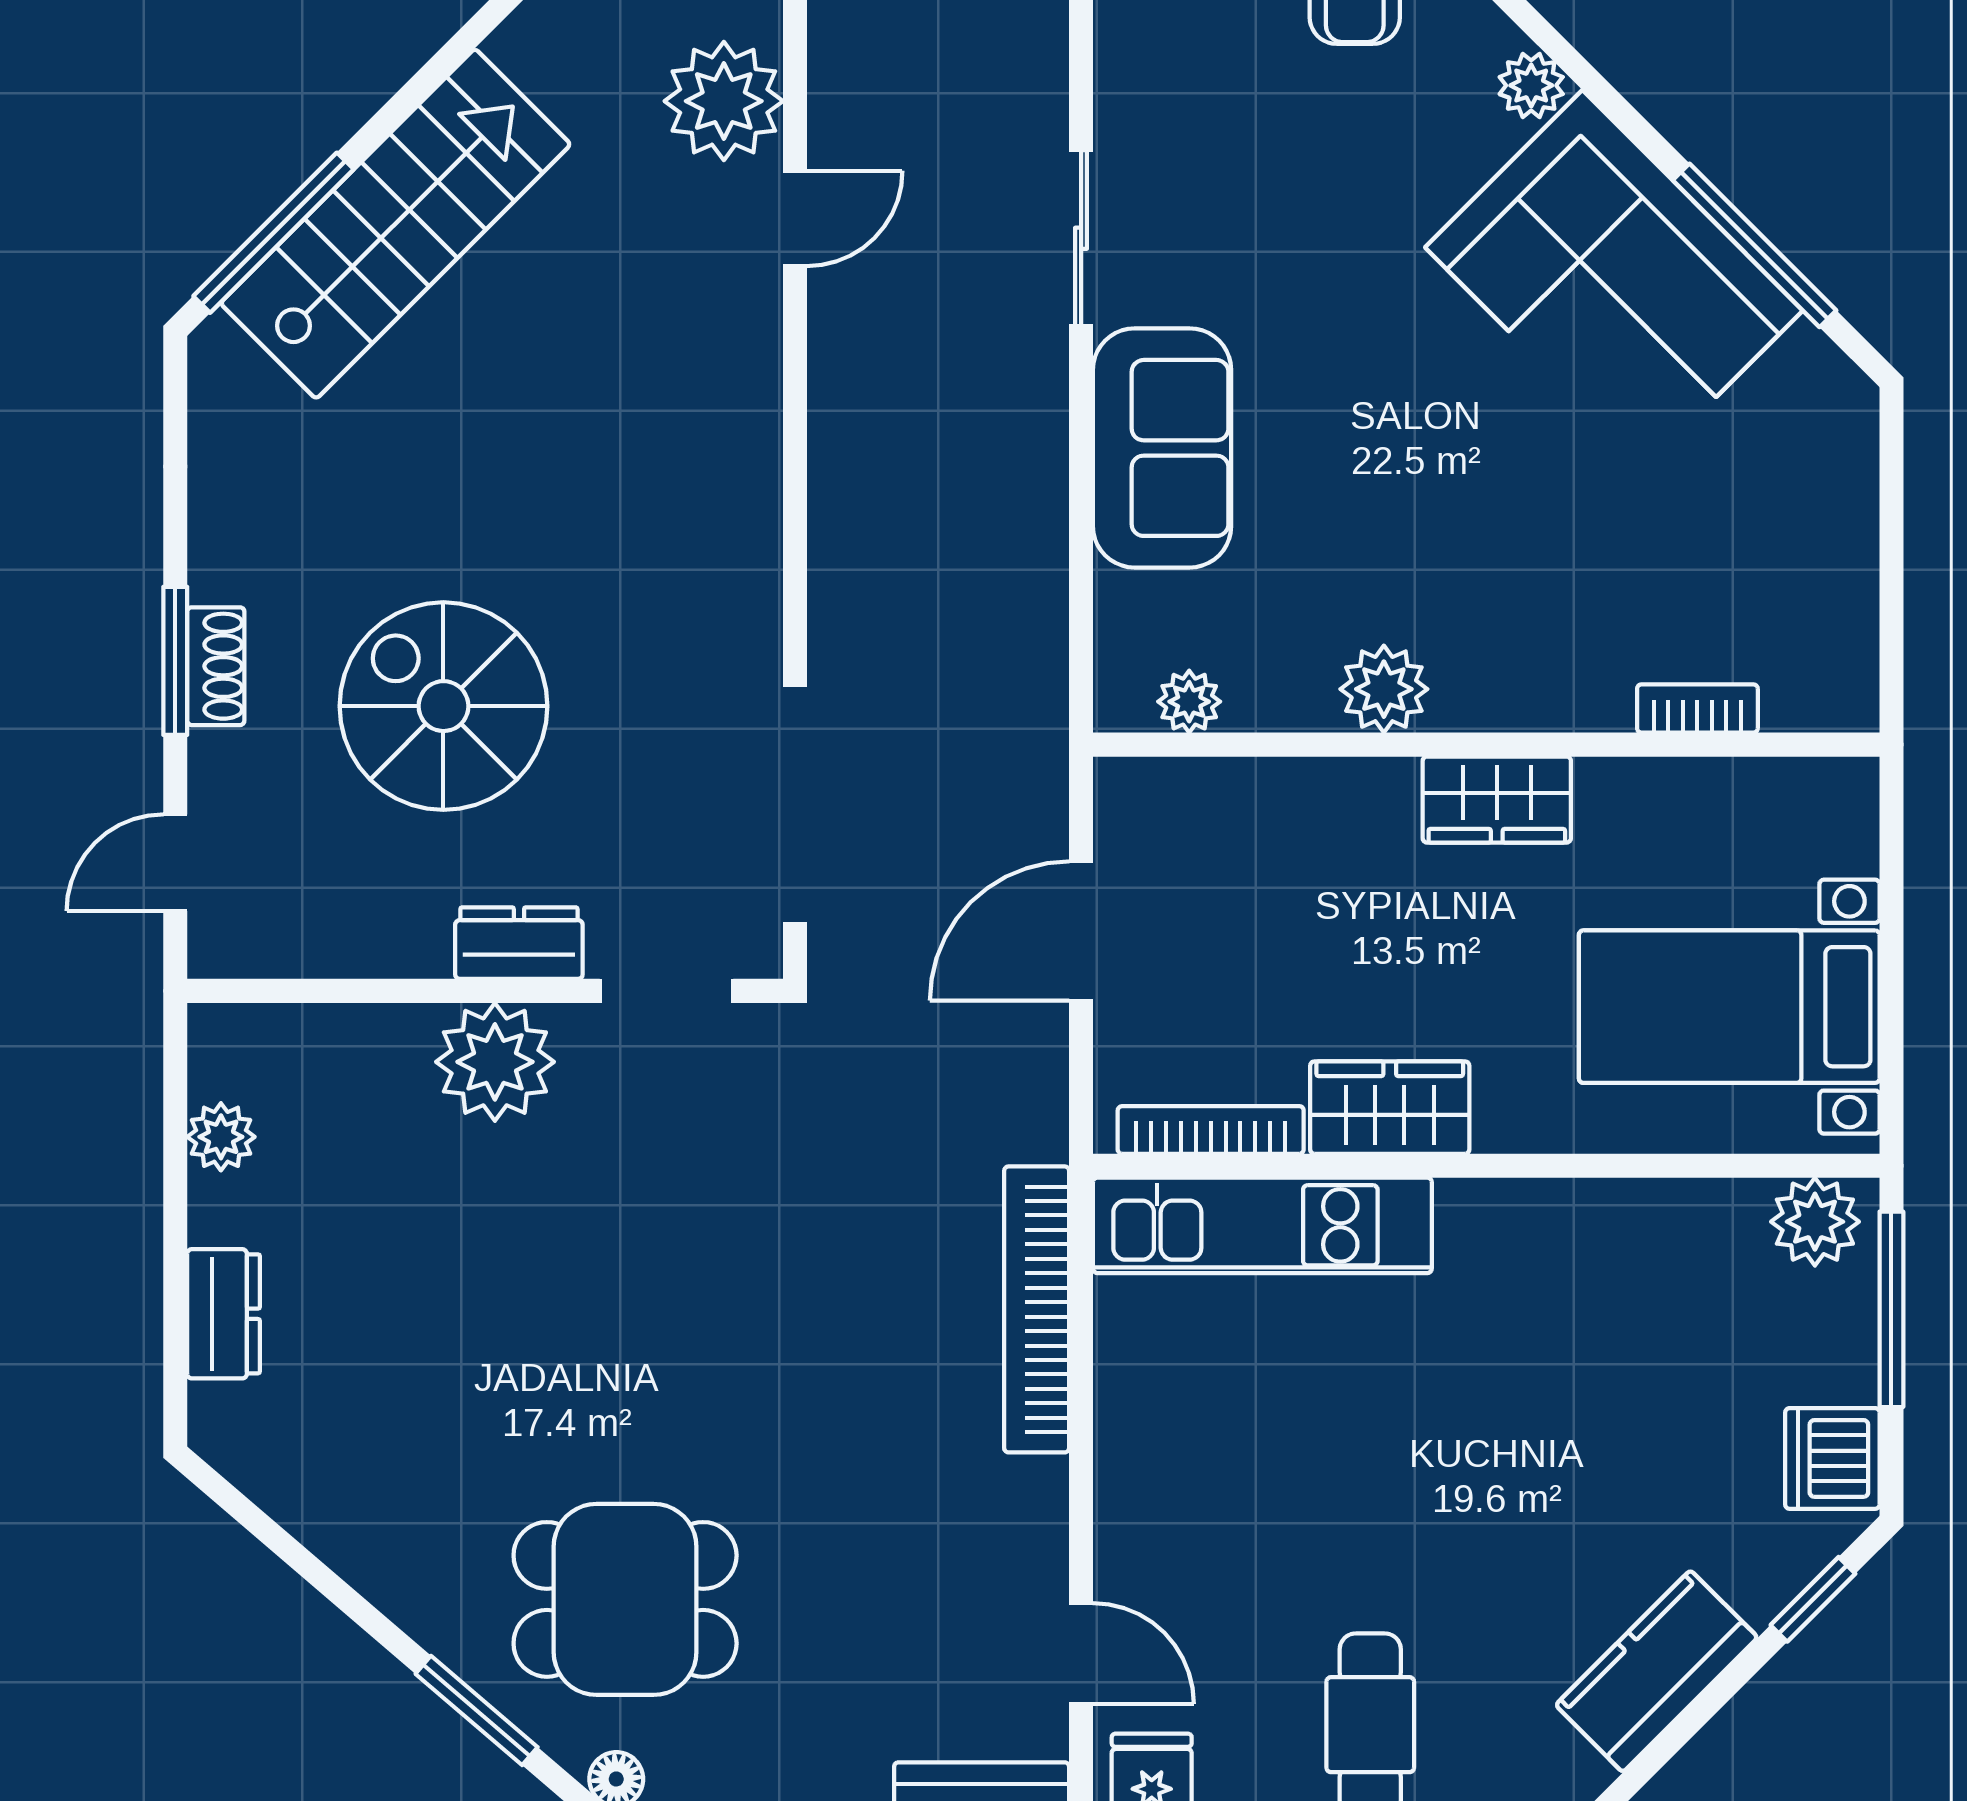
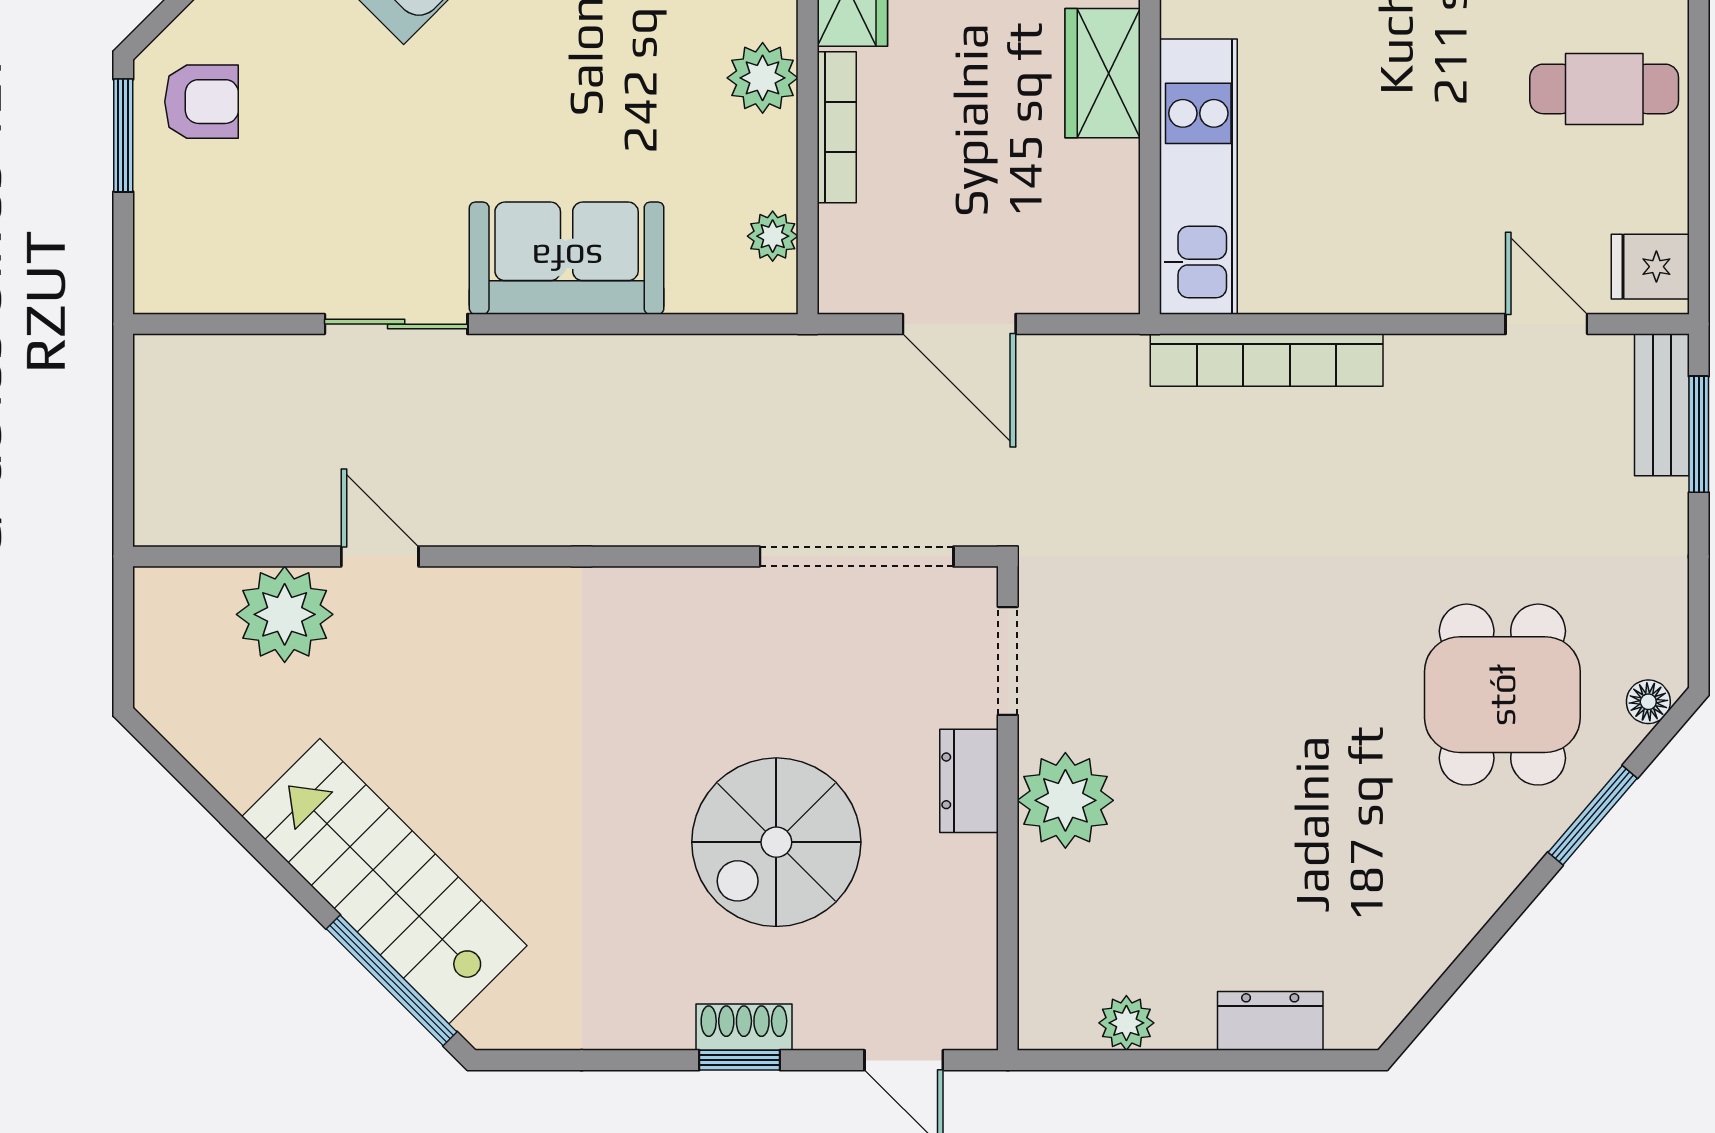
window: (175, 661) -> (740, 1060), width x0.67
bookcase: (1211, 1130) -> (837, 127), moved, turned 180
door: (1081, 1654) -> (1546, 324), hinge flipped

